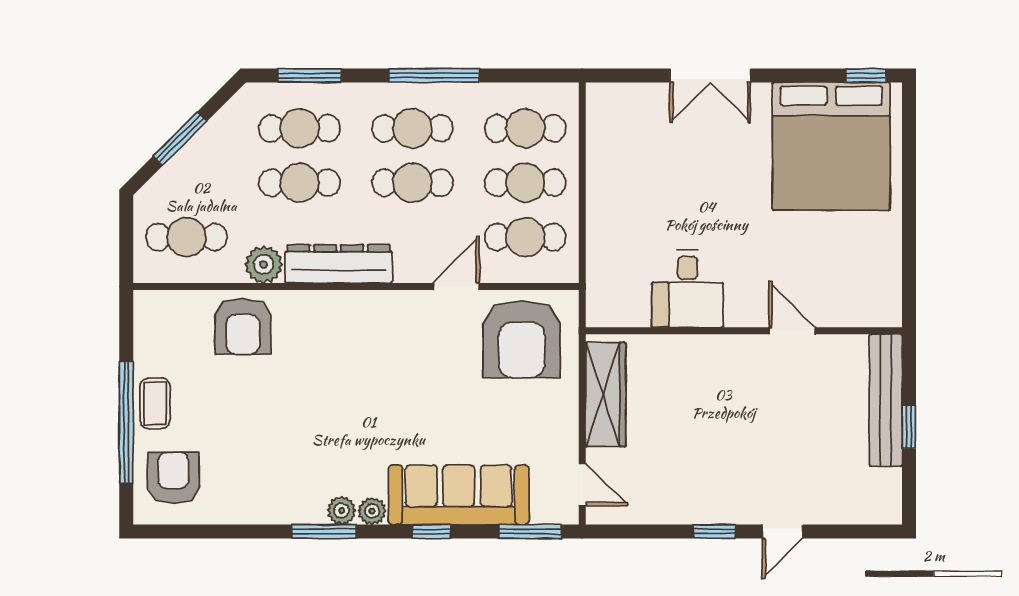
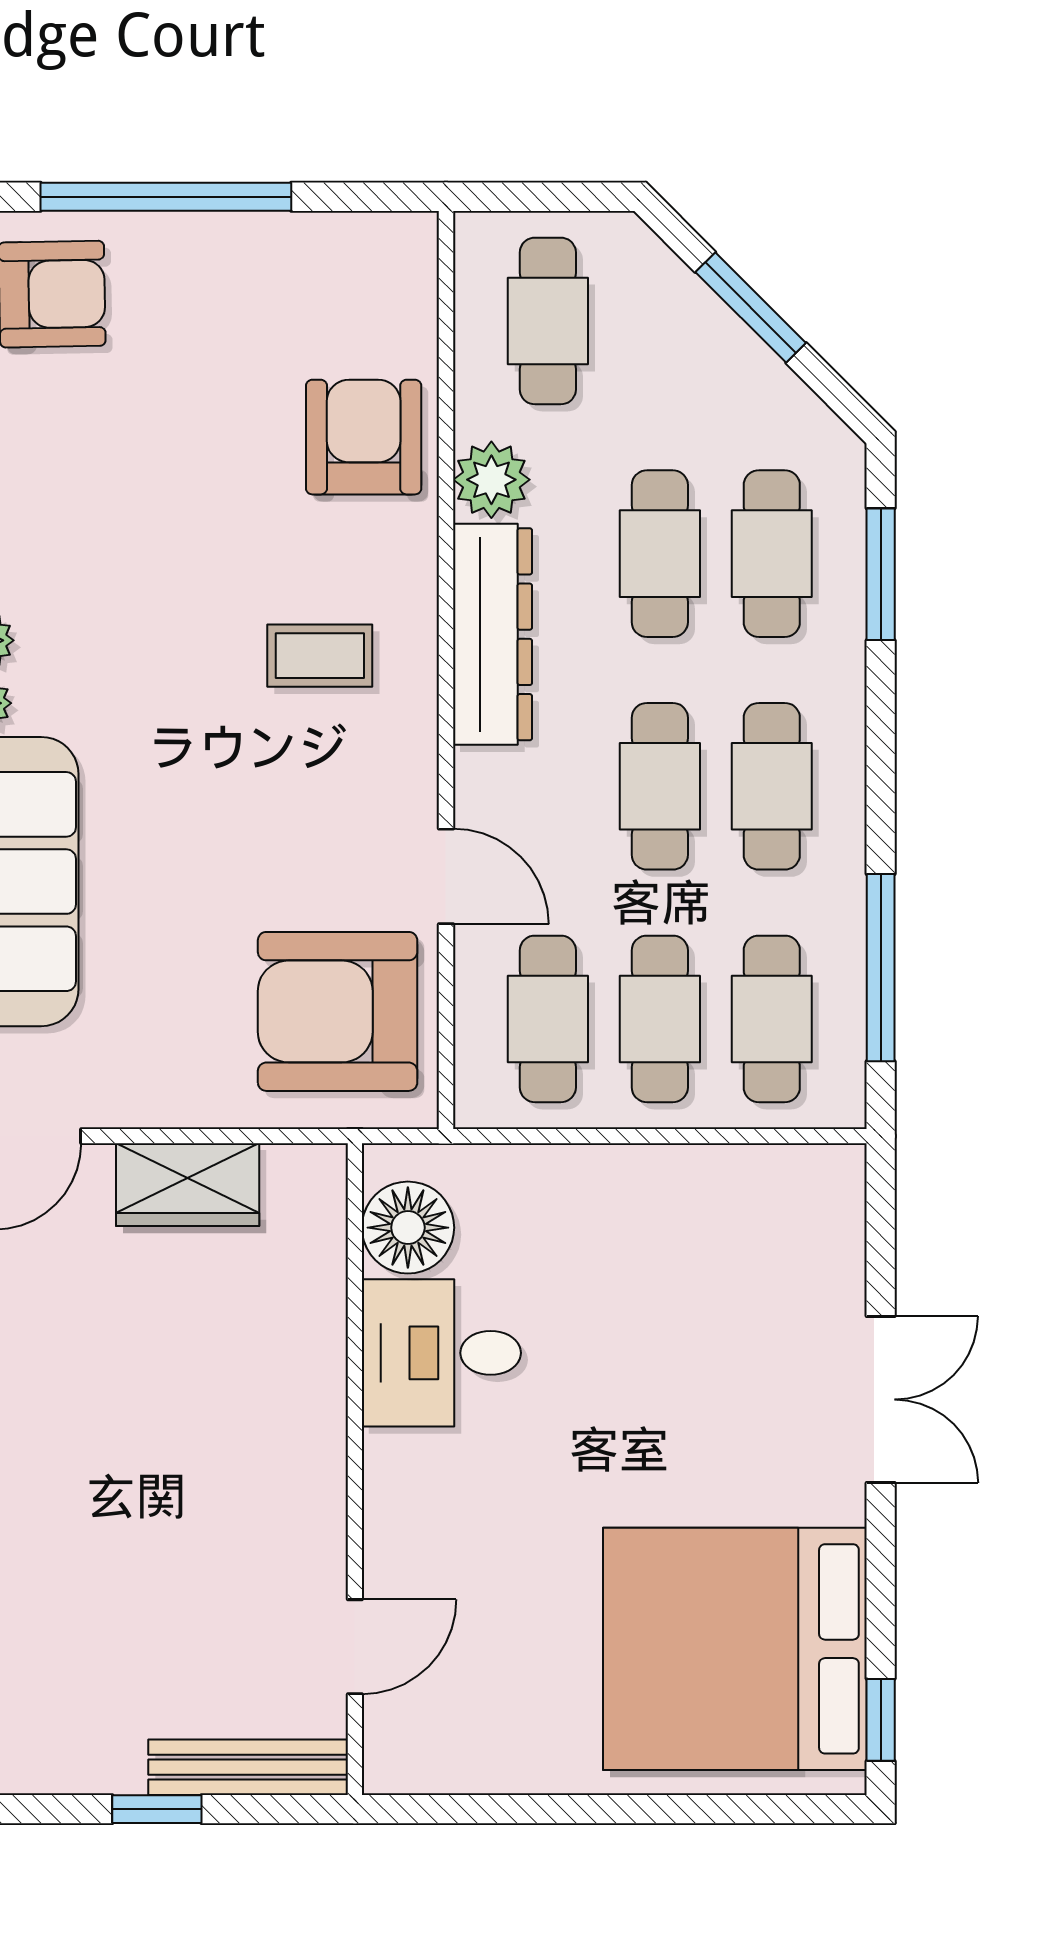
window: (434, 75) -> (881, 968), moved
double door: (710, 75) -> (881, 1399), swing flipped
floor lamp: (627, 305) -> (408, 1228), added
armchair: (243, 326) -> (364, 437), turned 90
door: (792, 331) -> (355, 1647), moved
wardrobe: (606, 395) -> (188, 1185), width x0.67
bench: (886, 400) -> (248, 1767), width x0.73, depth x0.82
coffee table: (155, 403) -> (320, 656), moved

